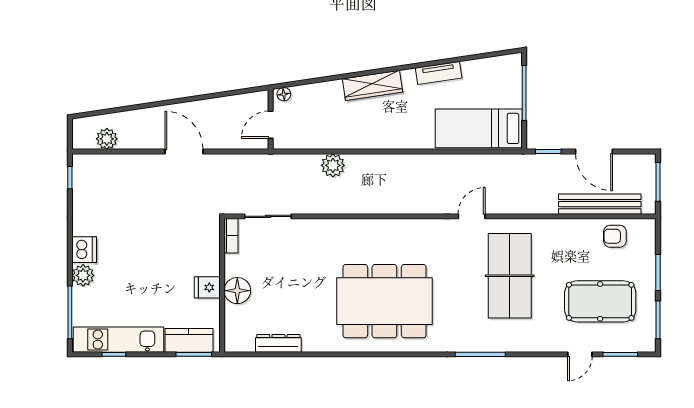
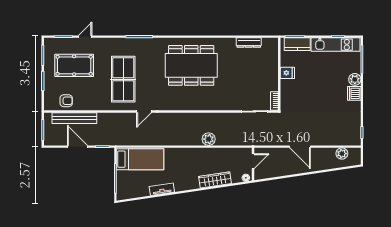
wardrobe: (373, 85) -> (215, 180), moved
plant: (333, 165) -> (209, 139), moved
floor lamp: (237, 291) -> (271, 71), removed

